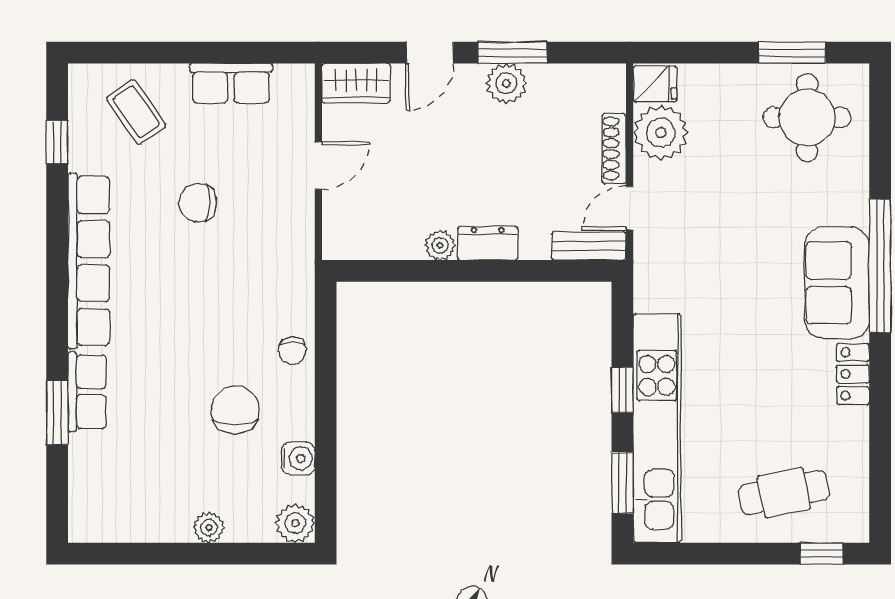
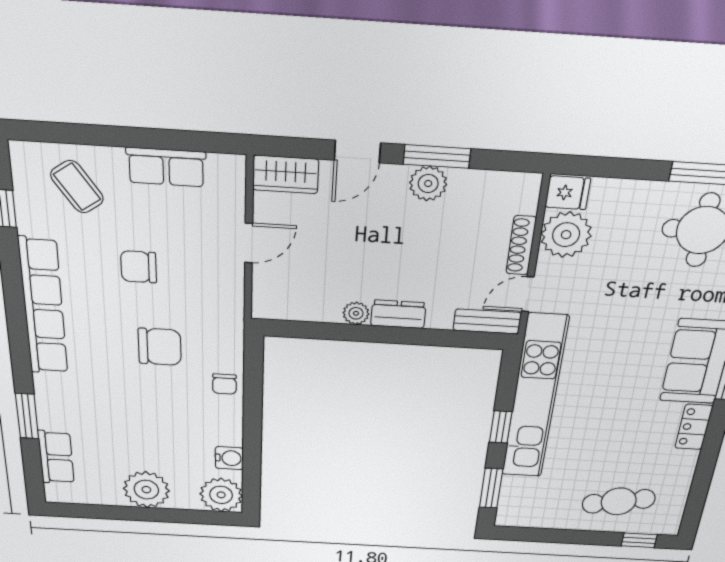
row of seats: (87, 392) -> (56, 457), moved
chair: (235, 410) -> (160, 347), moved, turned 90
kitchen unit: (657, 428) -> (534, 398), moved
plant: (295, 523) -> (221, 495), width x1.36, depth x1.36
plant: (209, 528) -> (146, 490), width x1.87, depth x1.87

